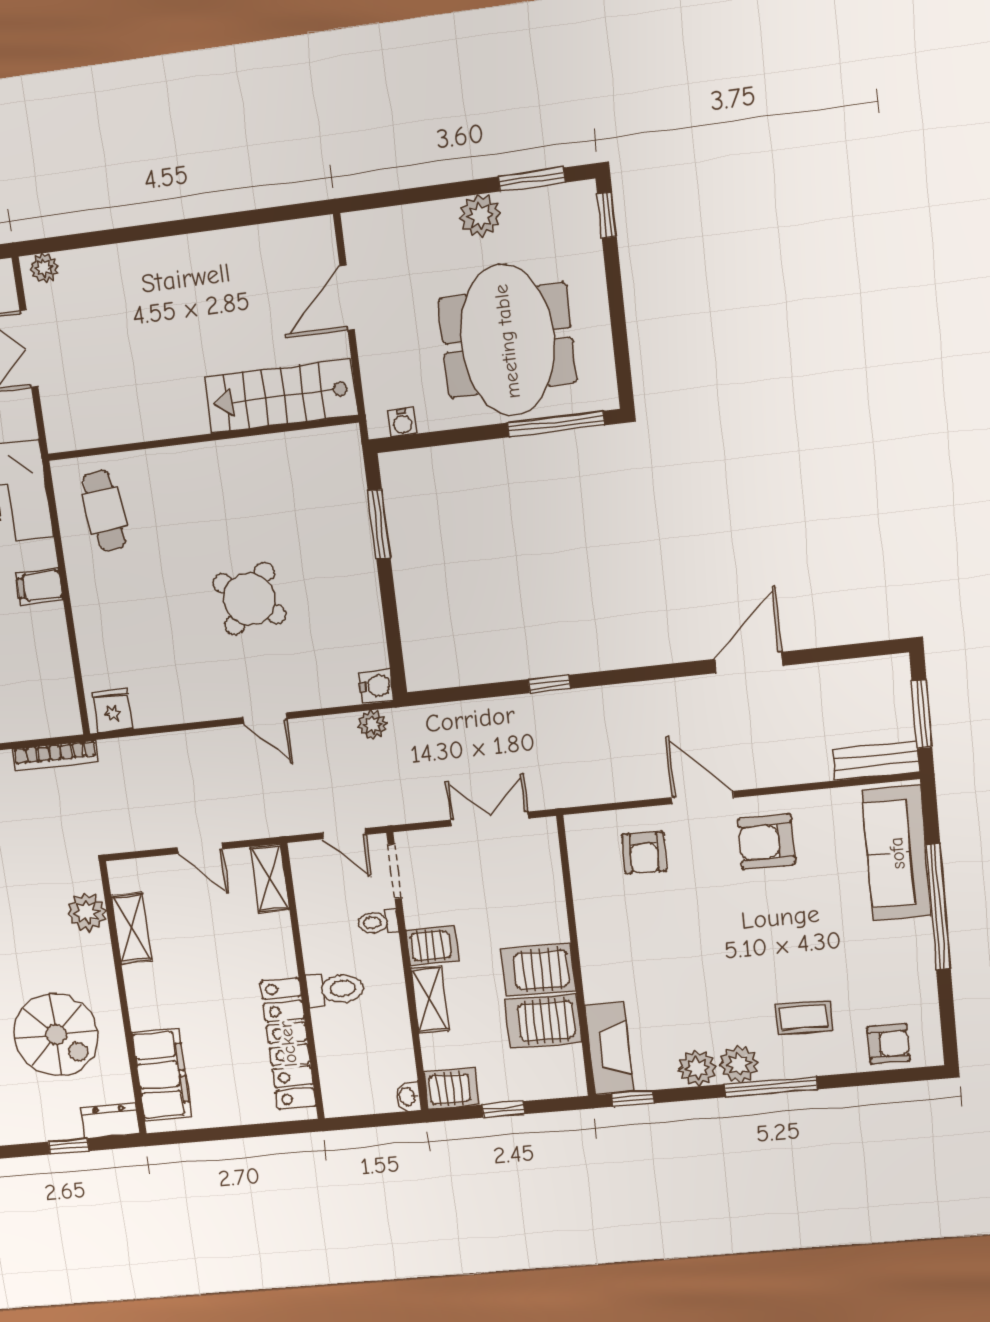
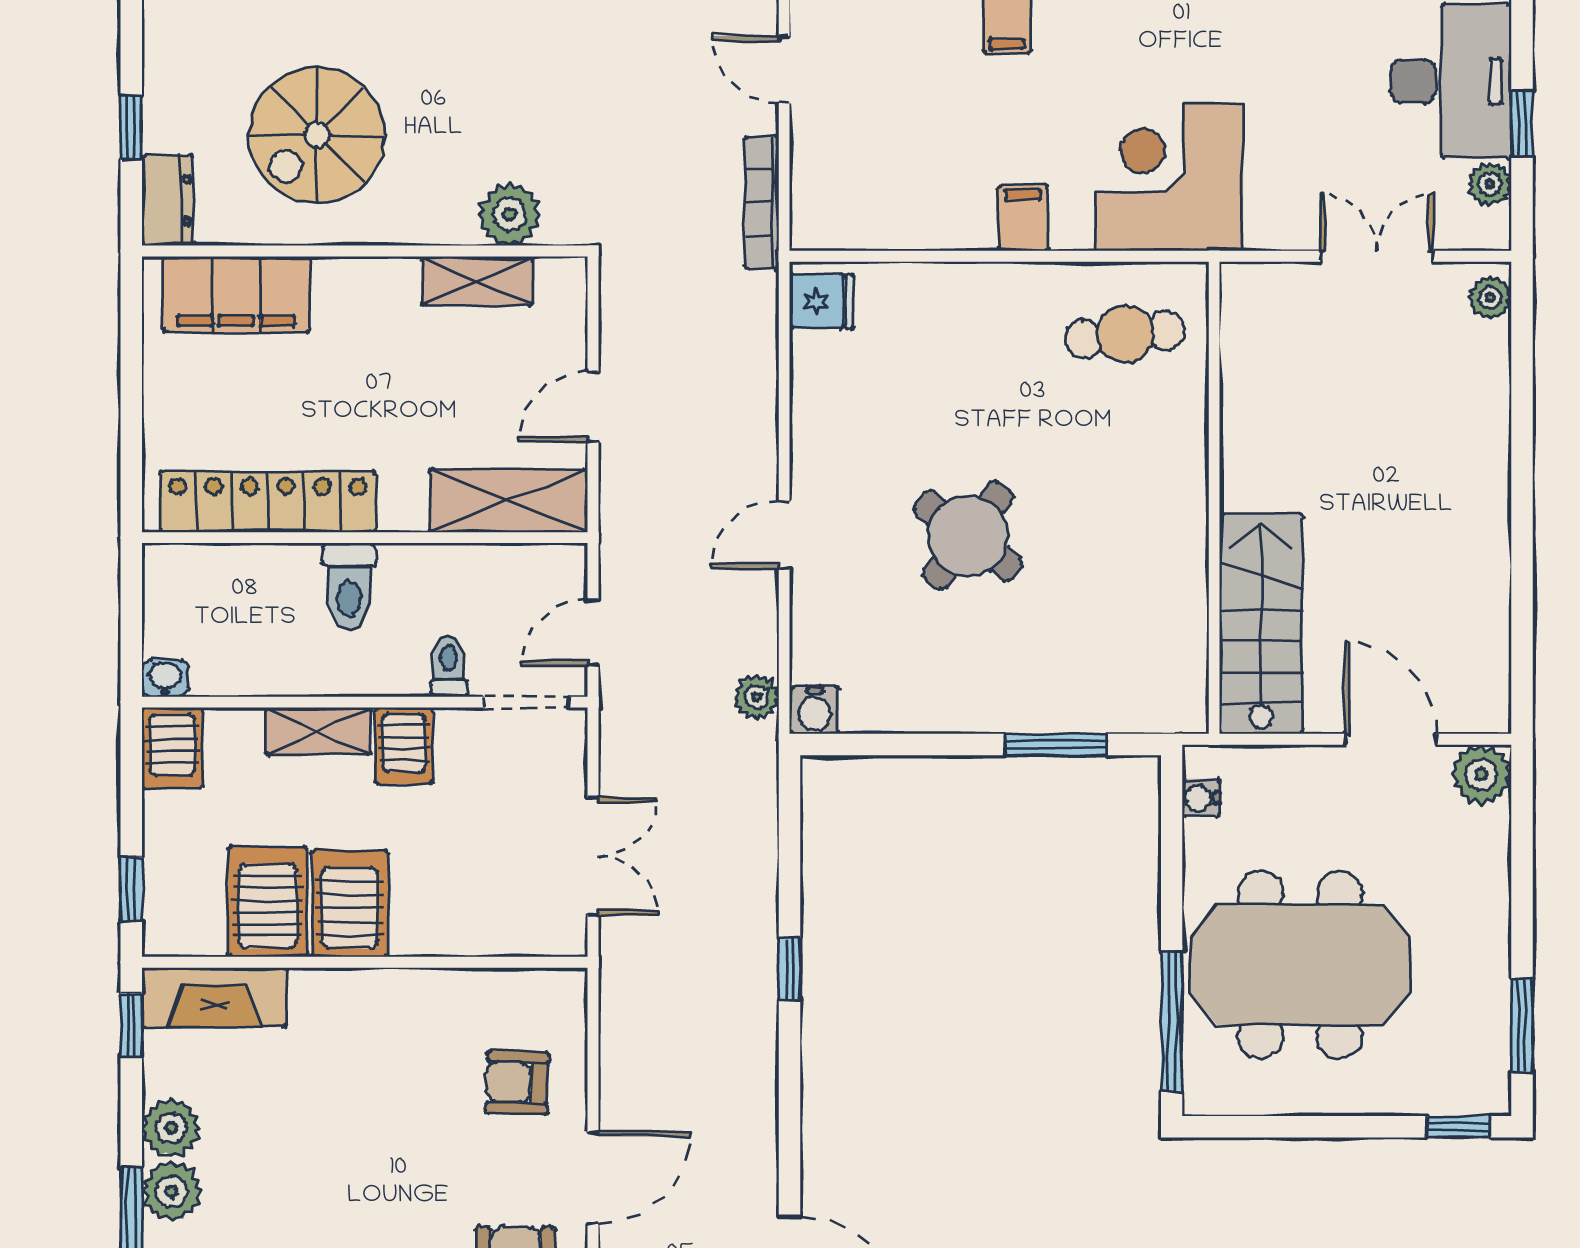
plant: (480, 216) -> (1481, 775), moved
shelving: (270, 878) -> (509, 501), width x1.50, depth x1.33
window: (503, 1109) -> (131, 889), moved

